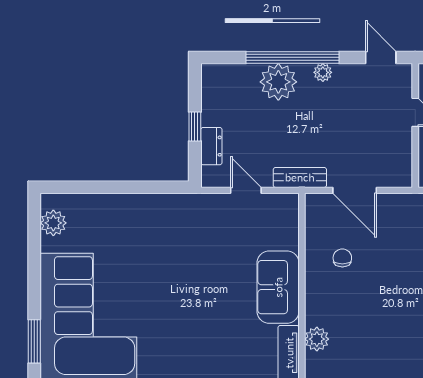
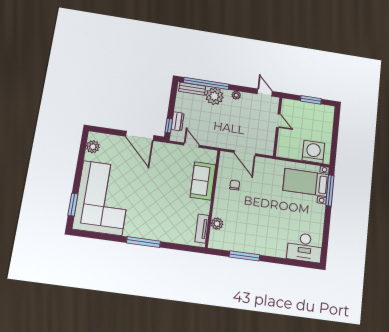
window: (293, 57) -> (206, 83), moved
window: (195, 127) -> (169, 126), moved
bench: (300, 177) -> (192, 89), moved
door: (141, 187) -> (140, 136), added
sofa: (278, 287) -> (203, 181), moved

